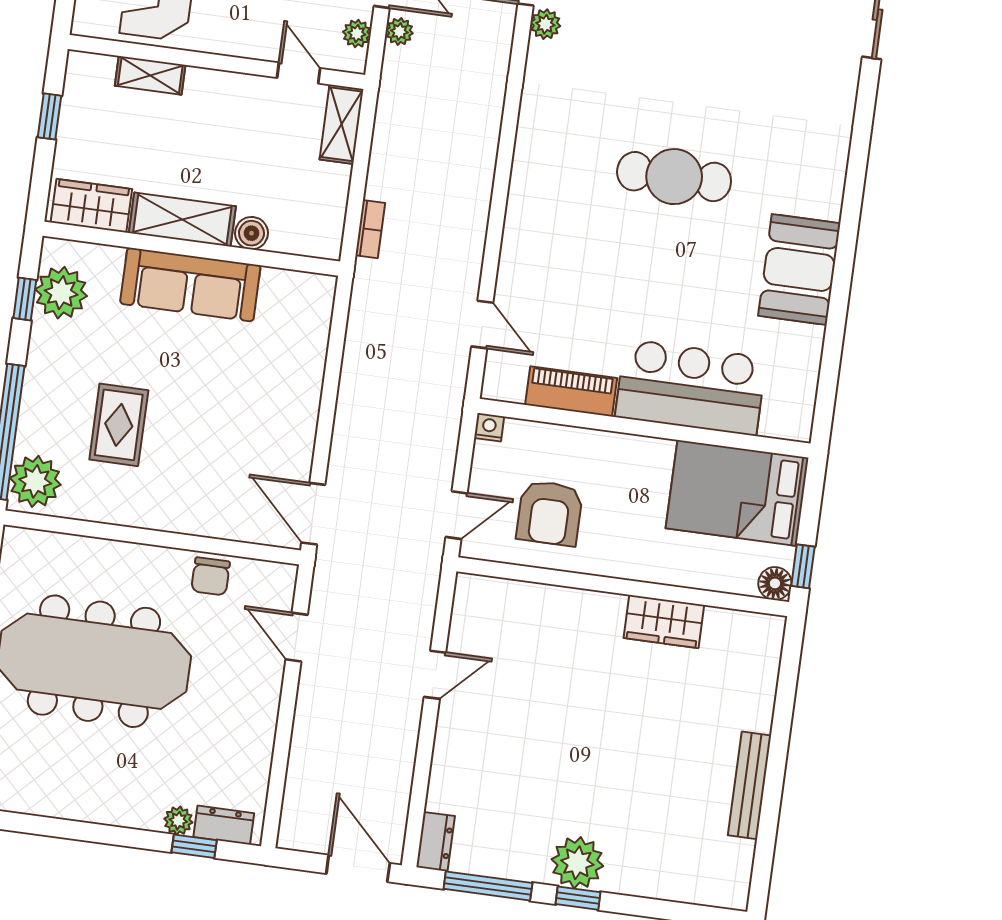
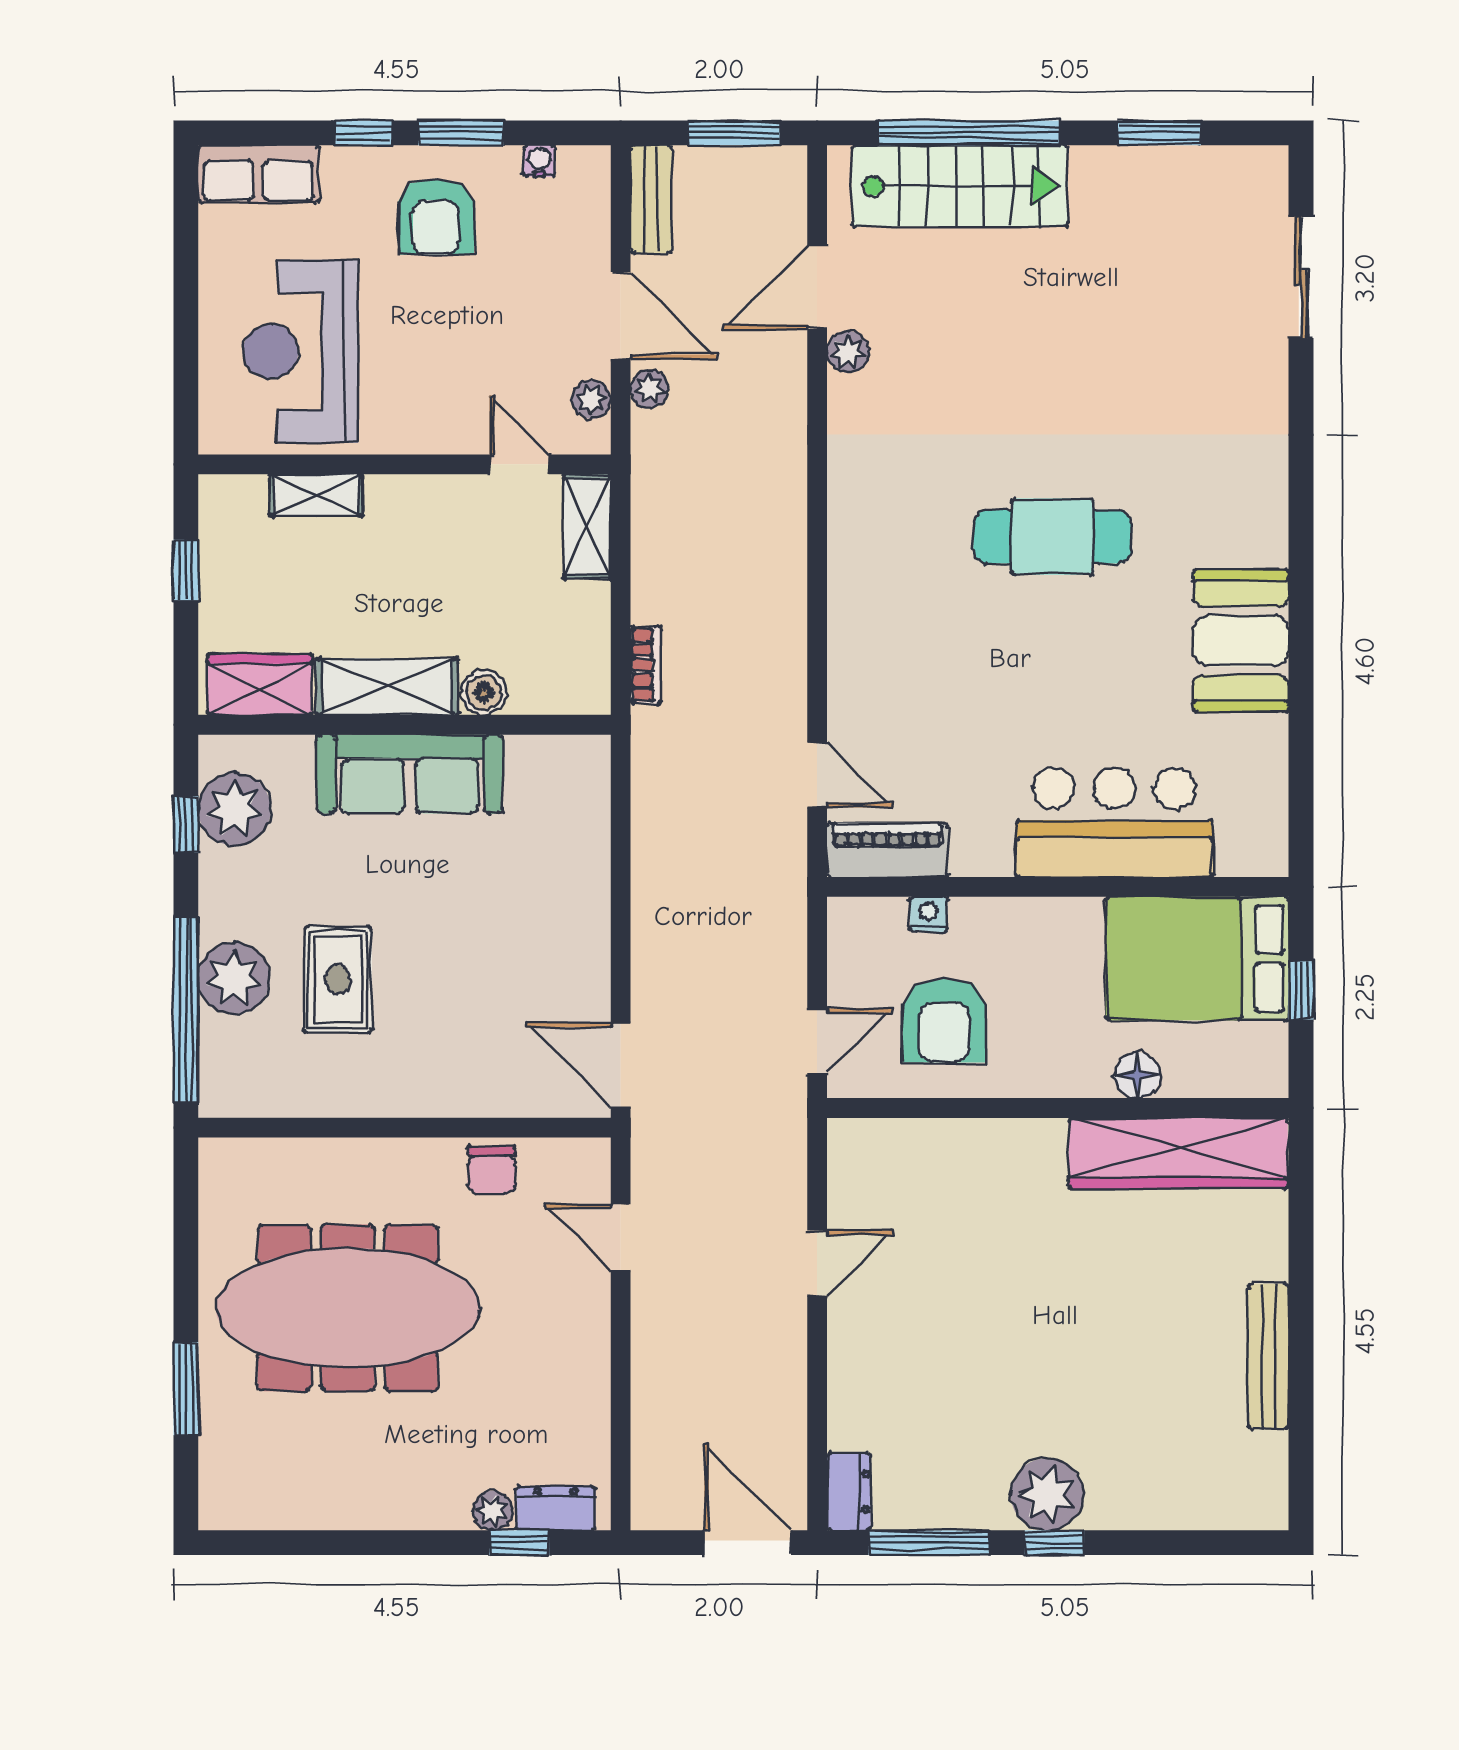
piano: (571, 391) -> (888, 850), moved
nightstand: (489, 427) -> (929, 914), moved
plant: (35, 481) -> (234, 978), moved
window: (803, 566) -> (1301, 990), moved
floor lamp: (775, 583) -> (1137, 1075), moved
wardrobe: (664, 622) -> (1178, 1153), width x2.10, depth x1.17

